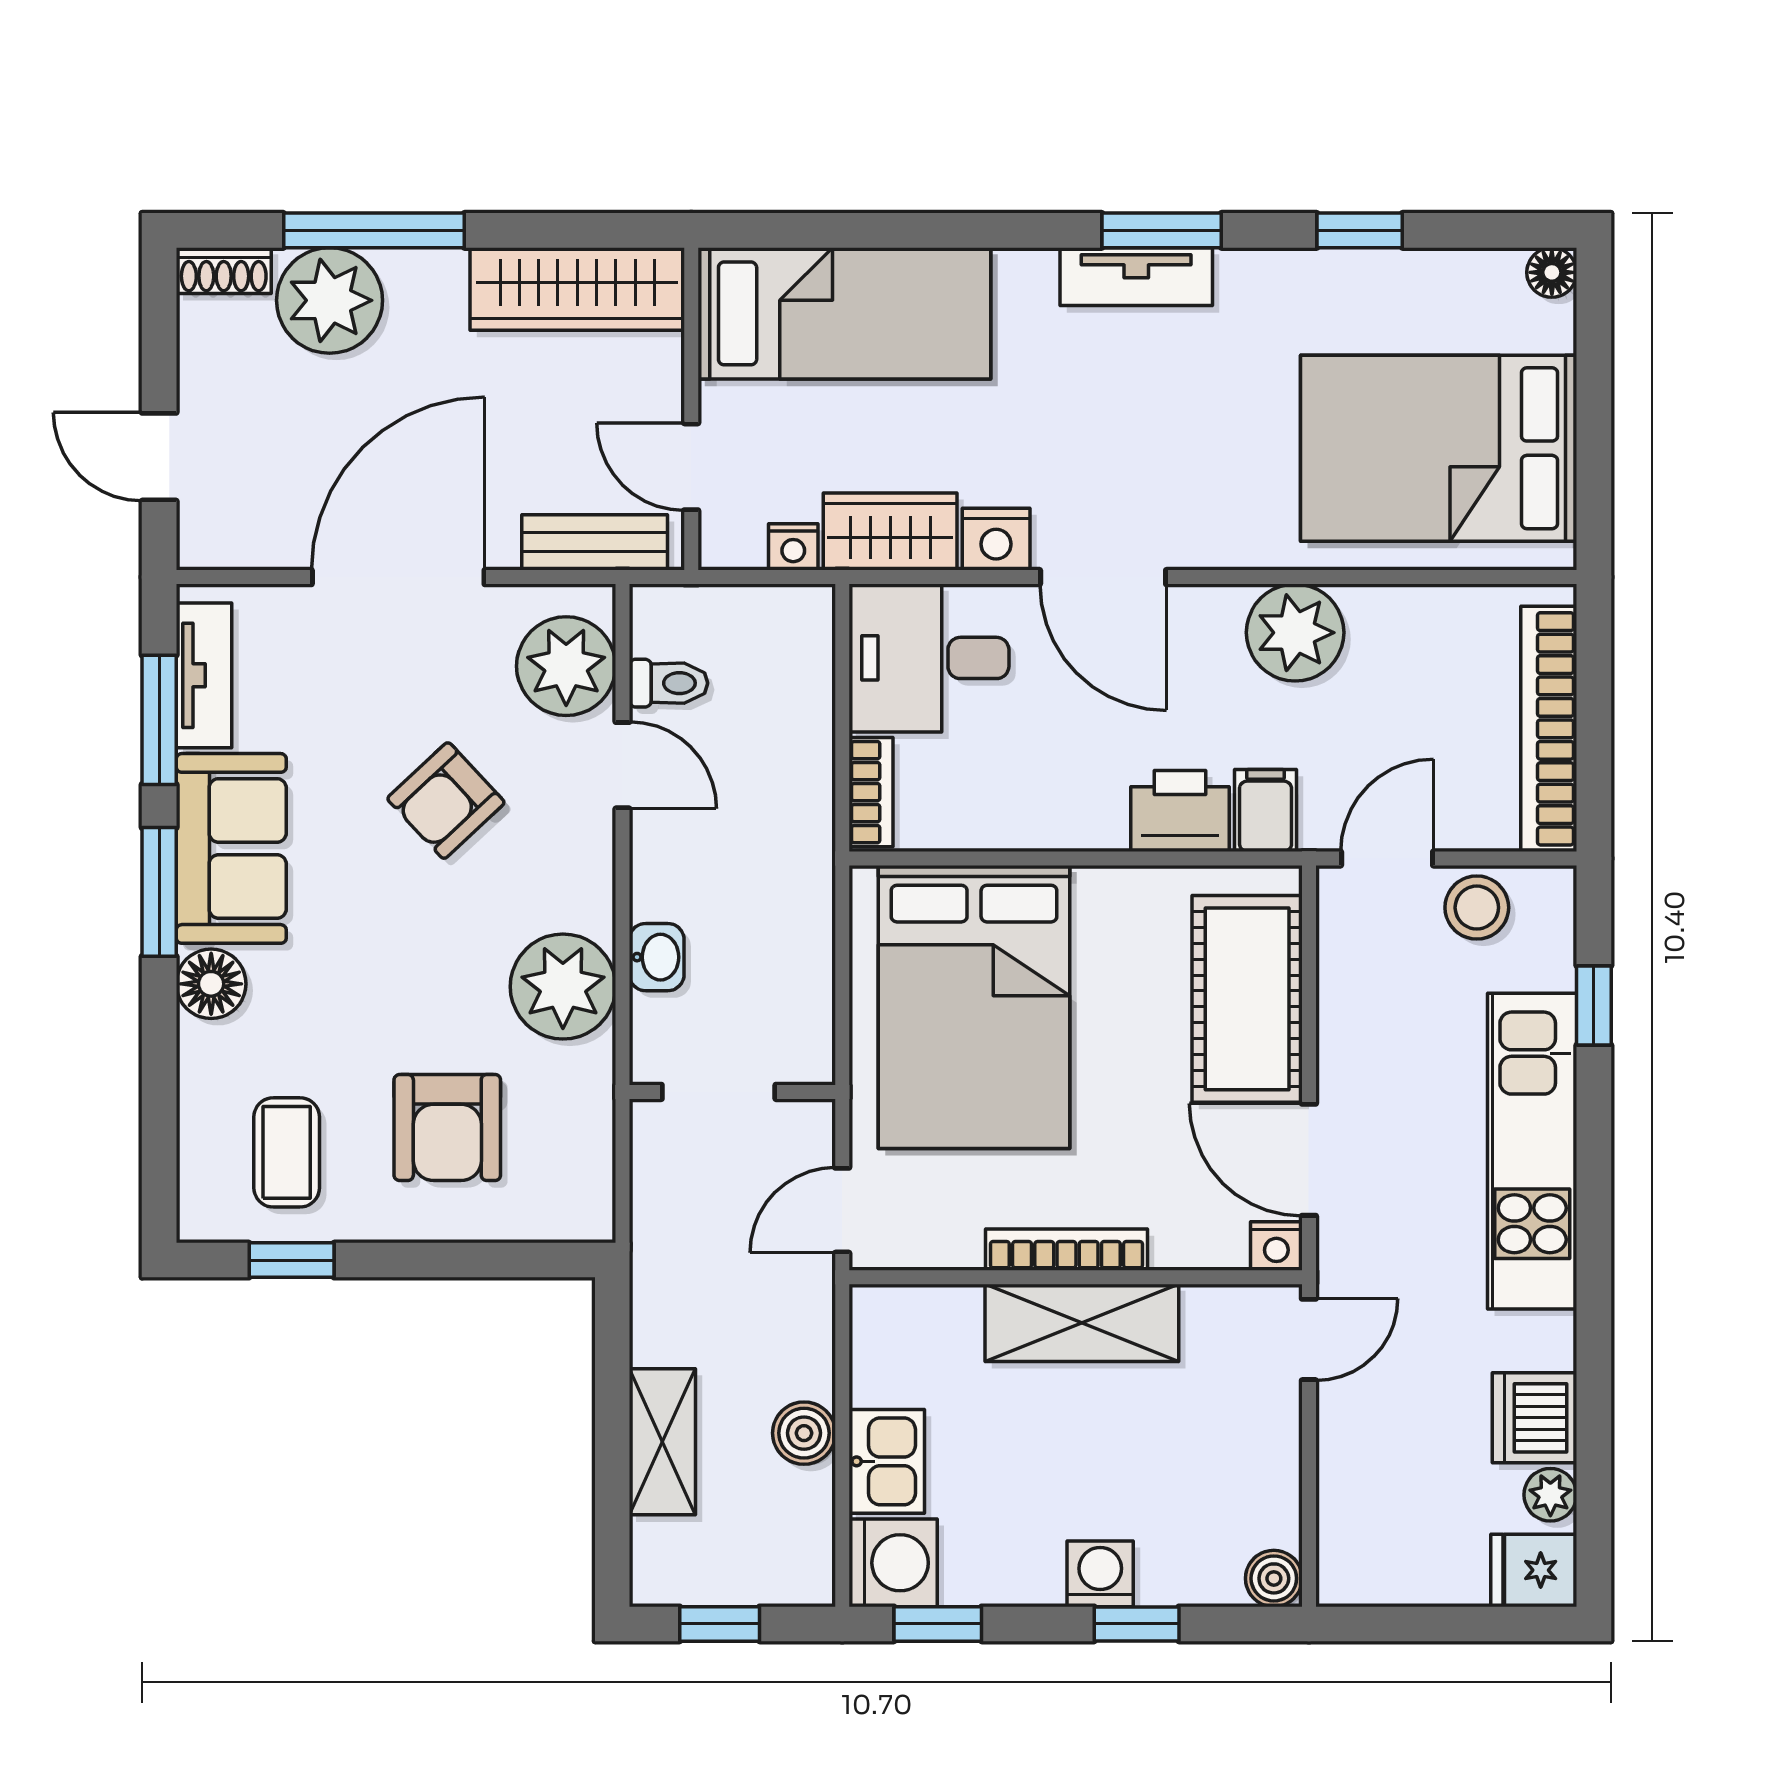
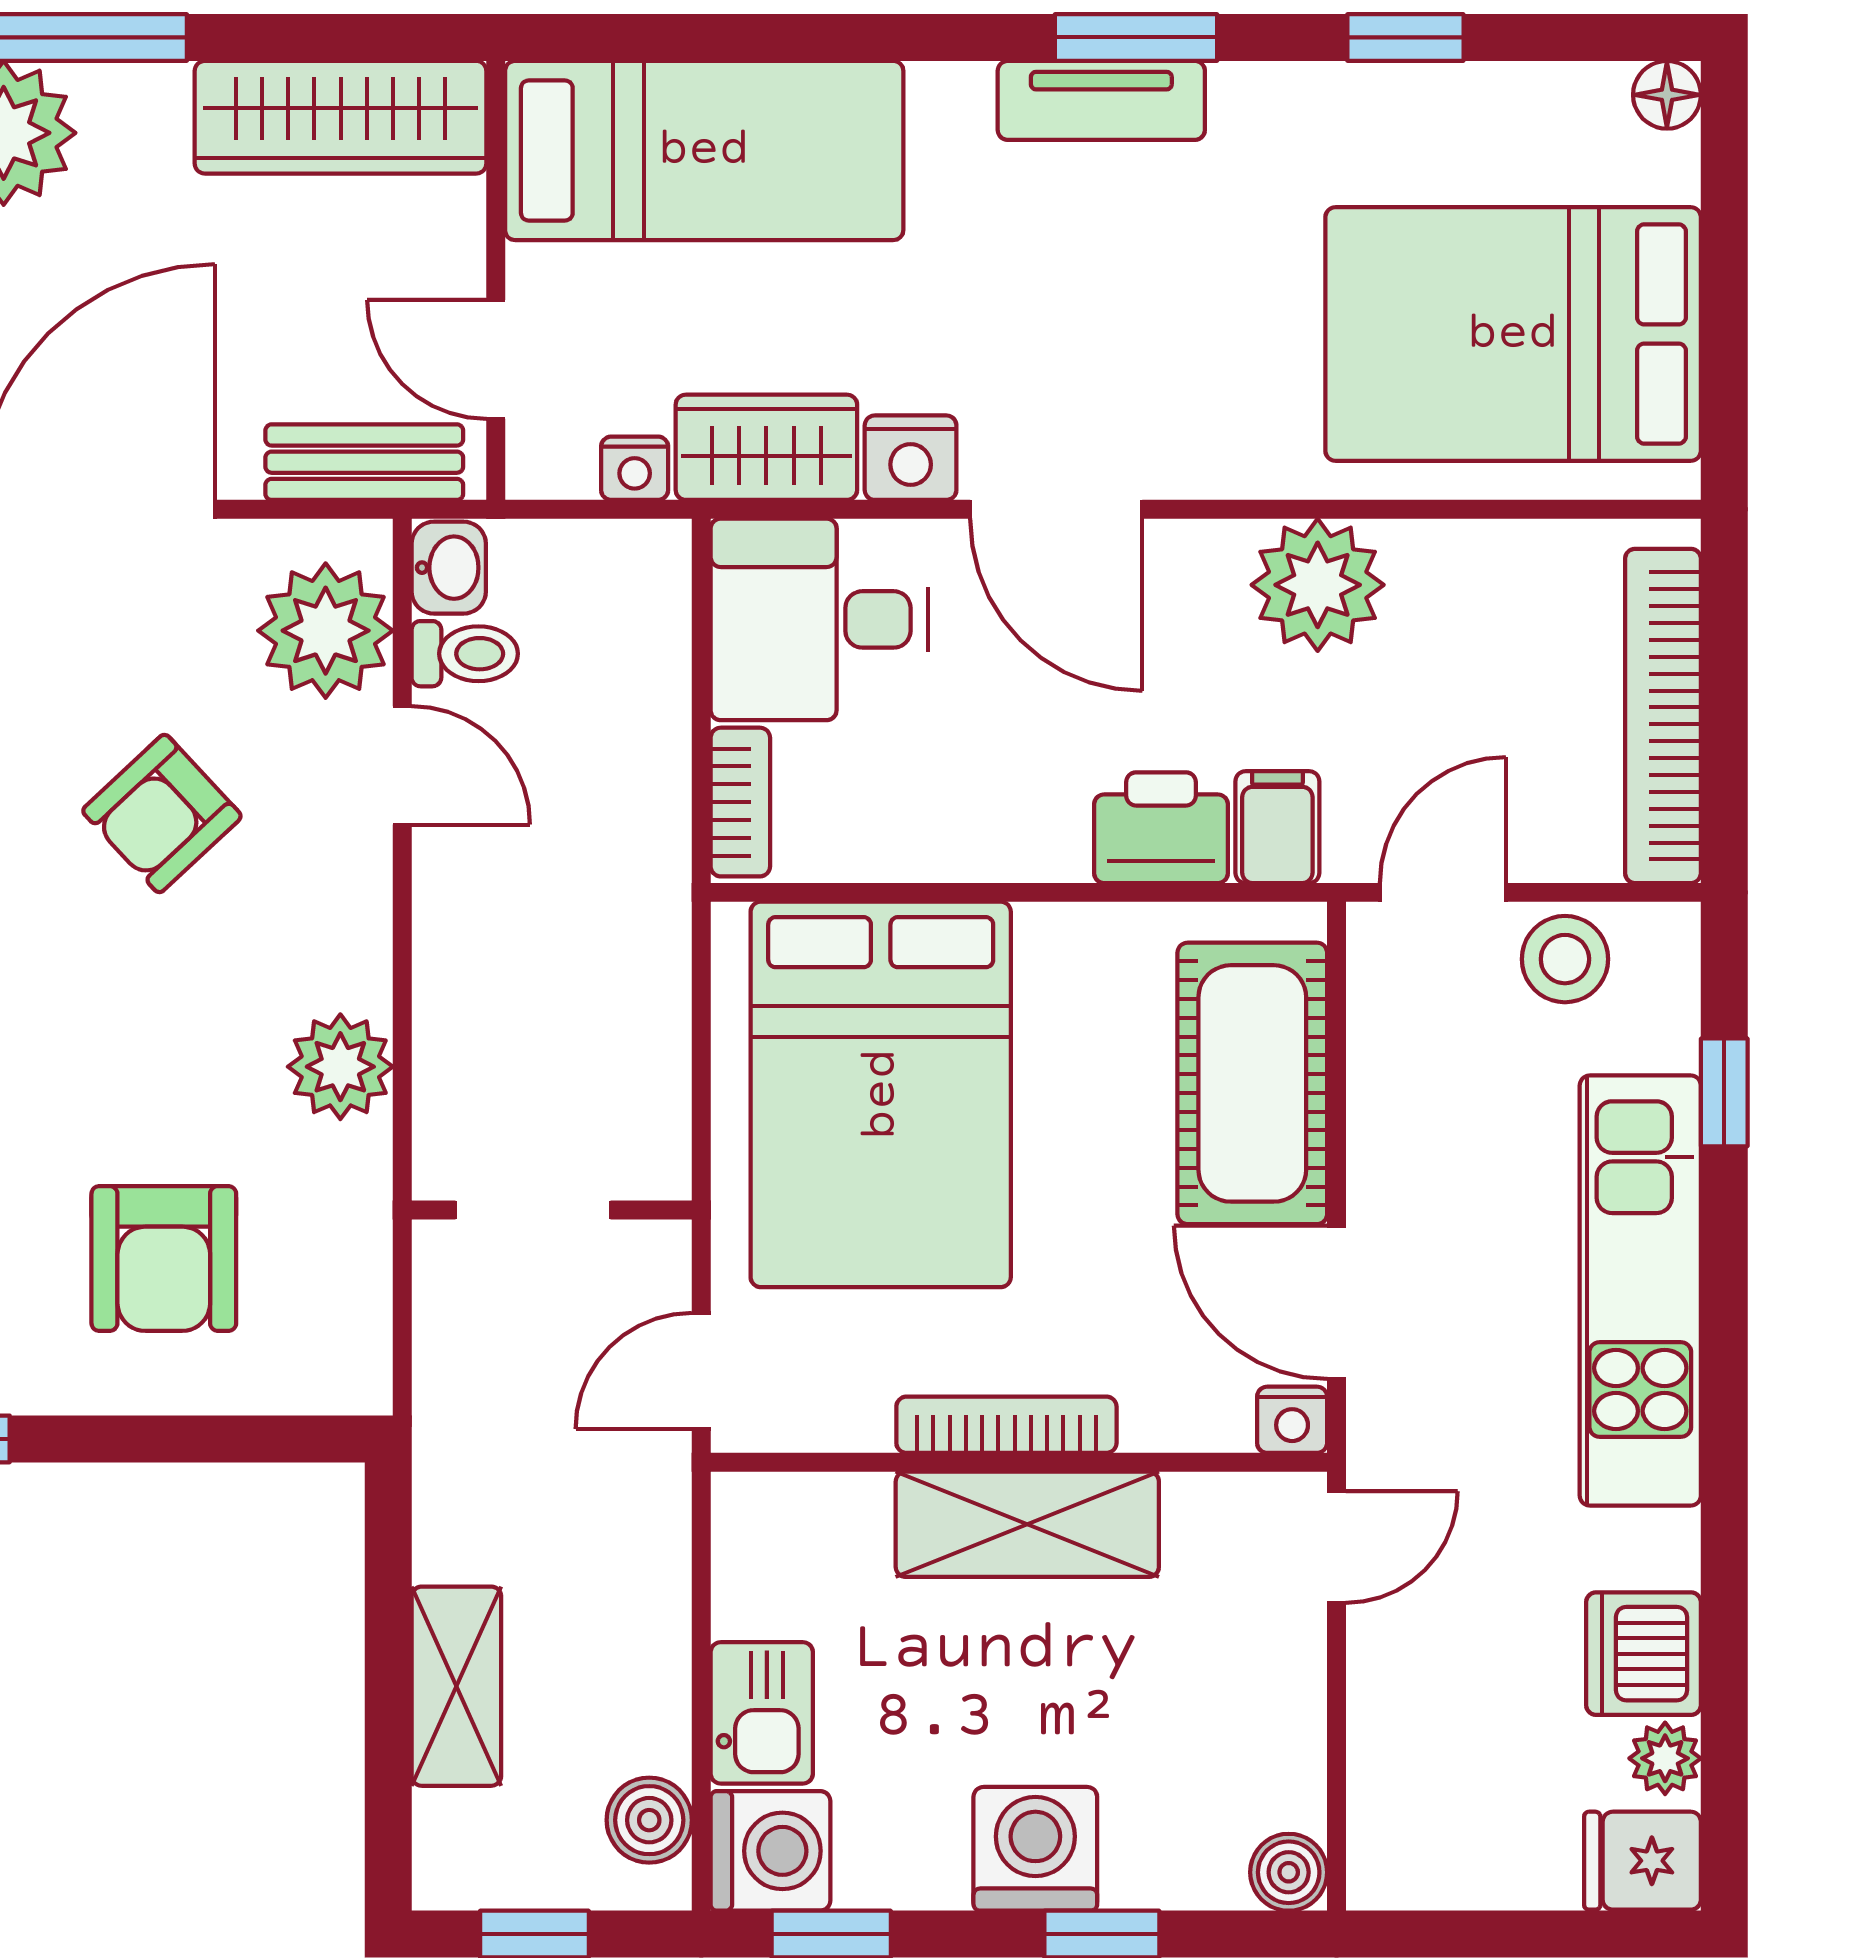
washbasin: (657, 957) -> (449, 568), moved
plant: (563, 987) -> (340, 1067), width x0.73, depth x0.73
boiler: (804, 1433) -> (649, 1820), moved
washing machine: (1100, 1574) -> (1035, 1849), width x1.38, depth x1.38

